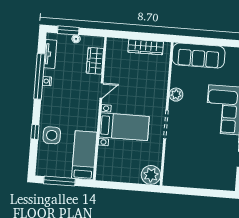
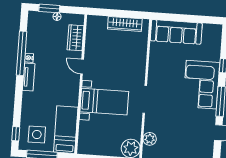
tv unit: (50, 54) -> (29, 77), moved
door: (101, 91) -> (82, 67), swing flipped
plant: (176, 95) -> (150, 139), moved
window: (35, 132) -> (16, 134), moved
side table: (52, 135) -> (37, 134), moved

